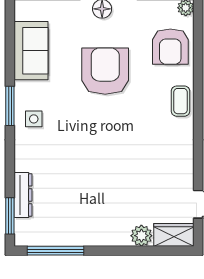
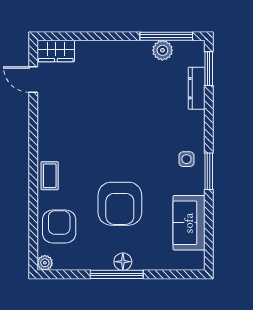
plant: (141, 236) -> (162, 50), moved

